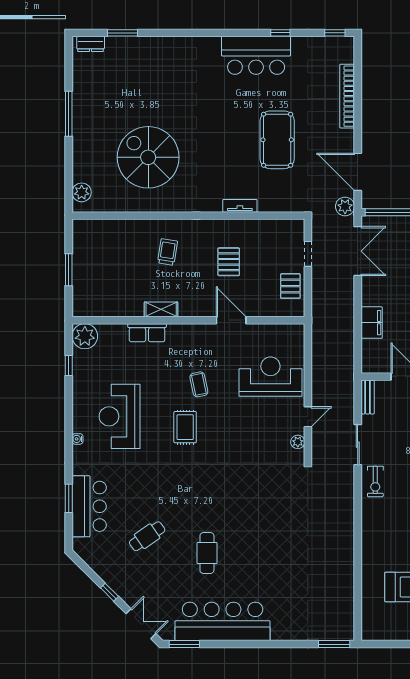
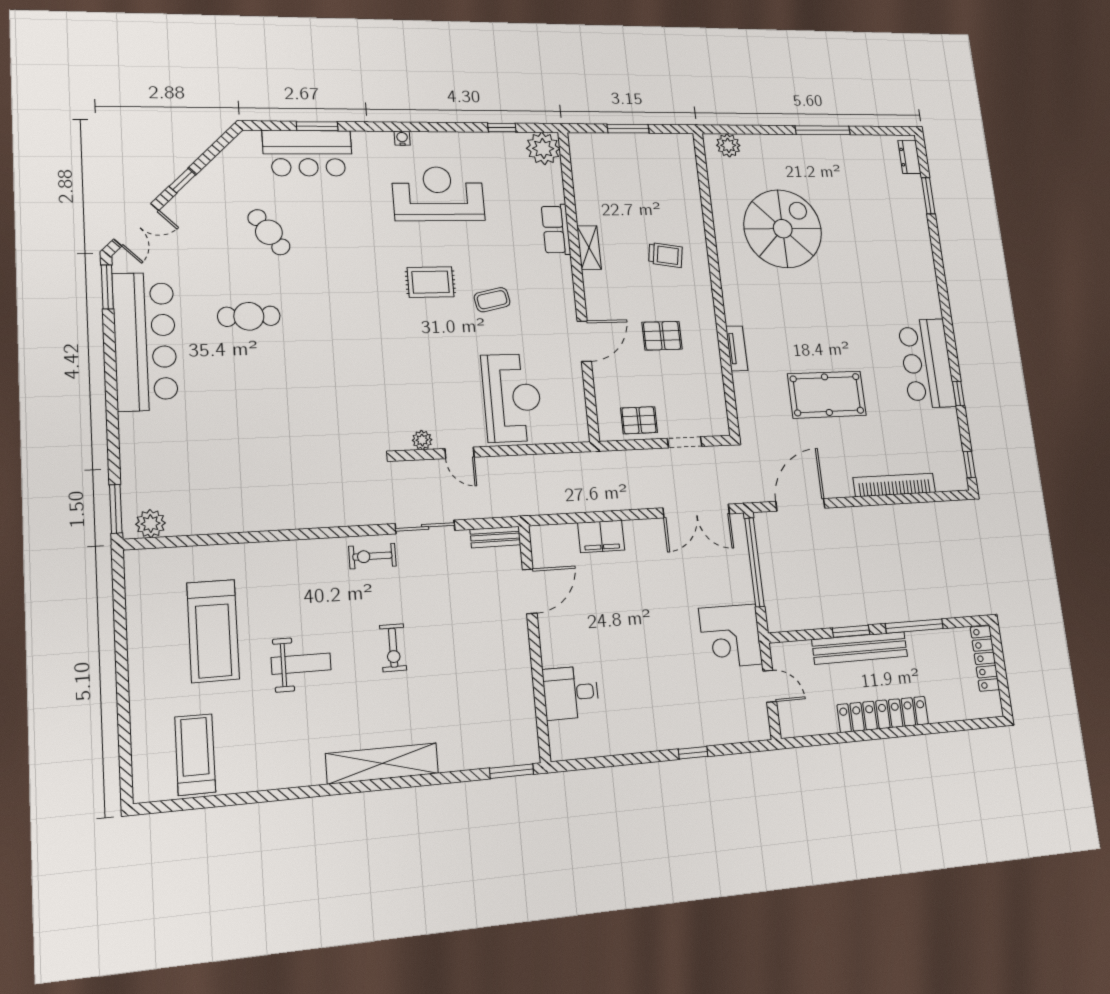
plant: (345, 206) -> (151, 524), moved

